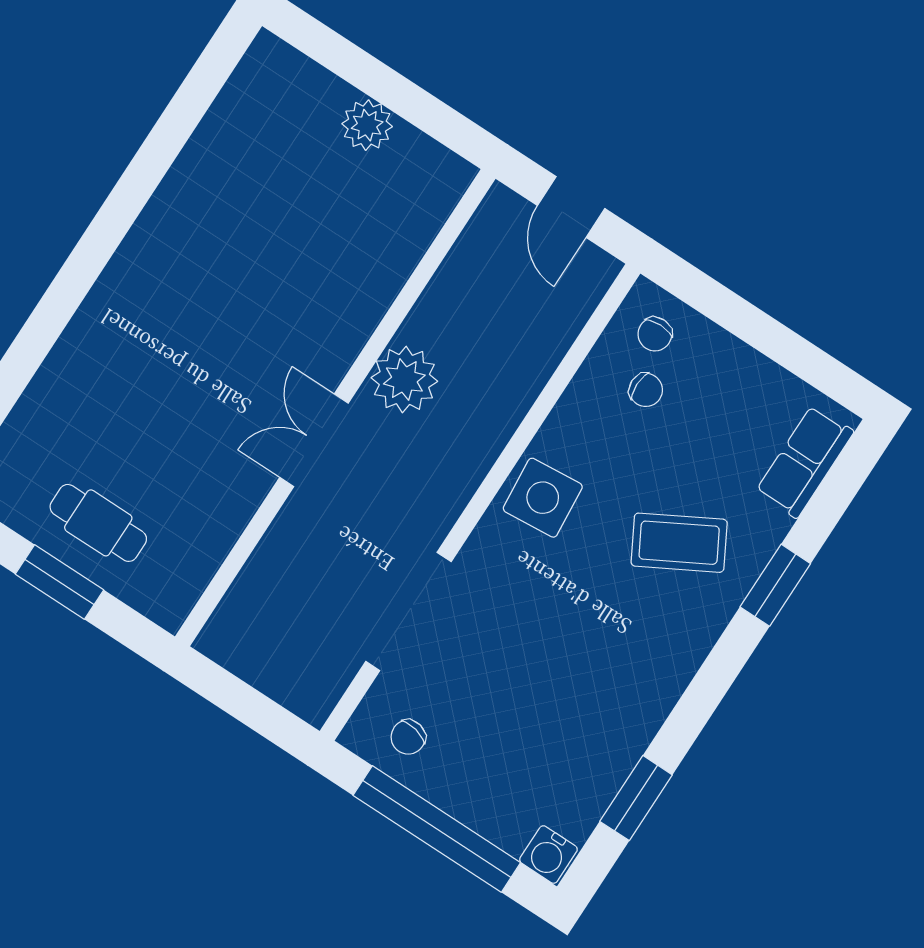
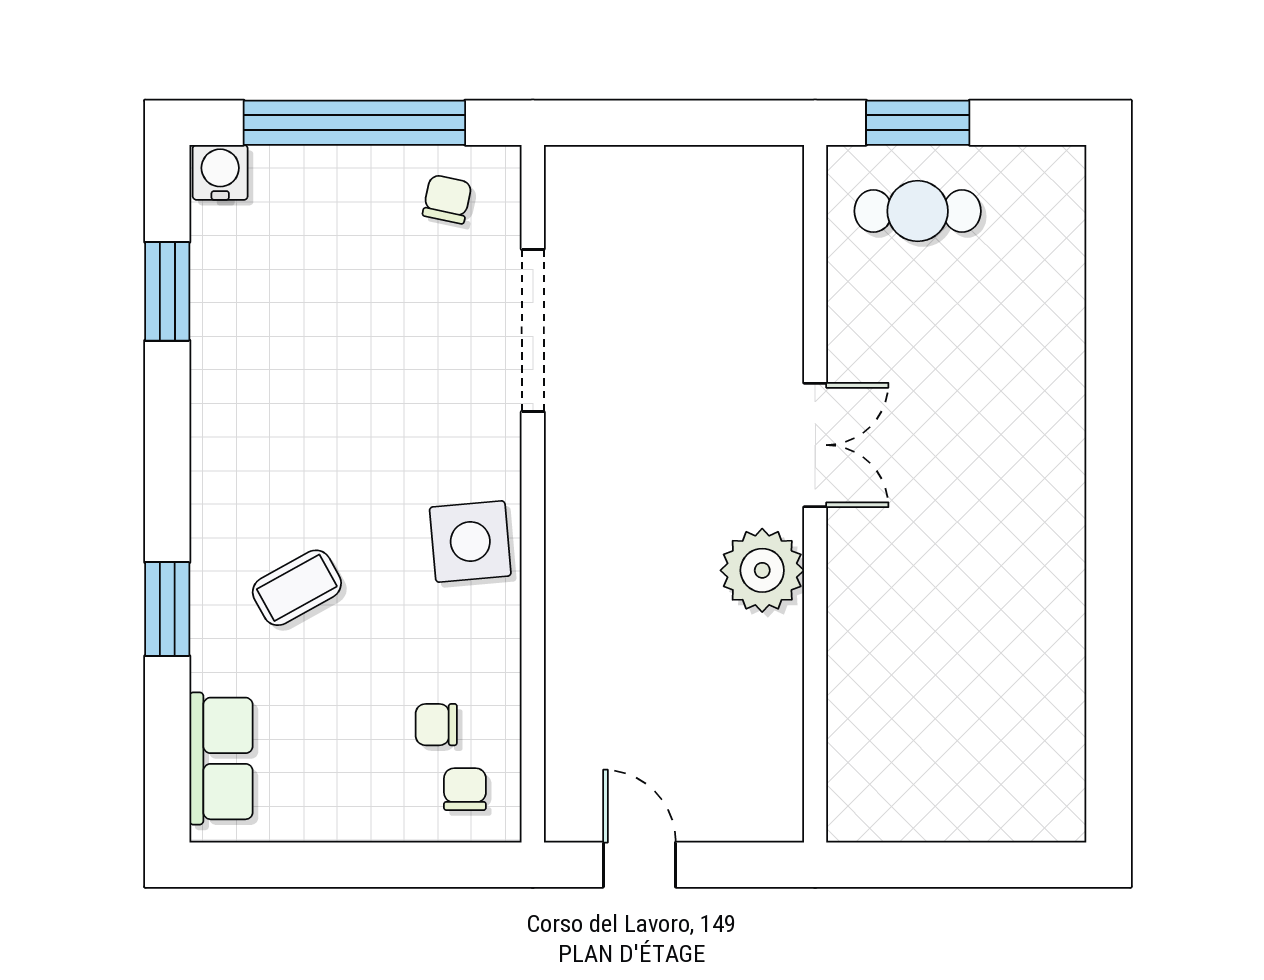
plant: (367, 125) -> (909, 811), removed
plant: (404, 380) -> (762, 570), moved
wall: (335, 408) -> (815, 494), moved
double door: (314, 440) -> (815, 445), moved
coffee table: (679, 543) -> (297, 588), width x0.73, depth x0.77

